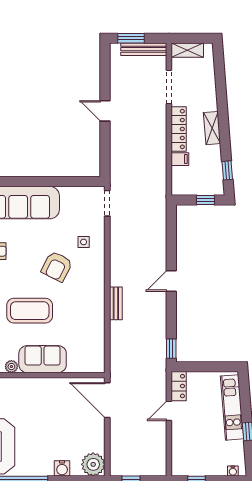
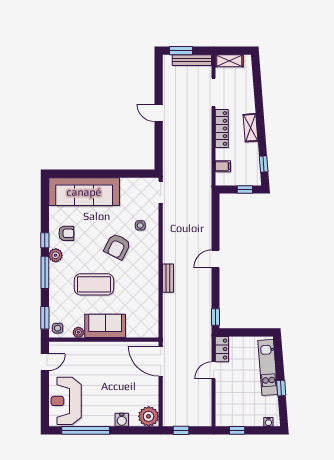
filing cabinet: (180, 159) -> (223, 166), moved

